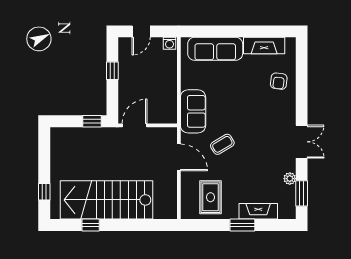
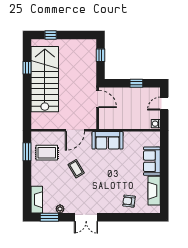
door: (141, 31) -> (164, 104), hinge flipped
sofa: (215, 49) -> (152, 161), width x0.73
window: (92, 121) -> (101, 55), moved
coffee table: (222, 144) -> (76, 169), moved
fireplace: (258, 211) -> (37, 200), moved
window: (242, 225) -> (27, 152), moved

